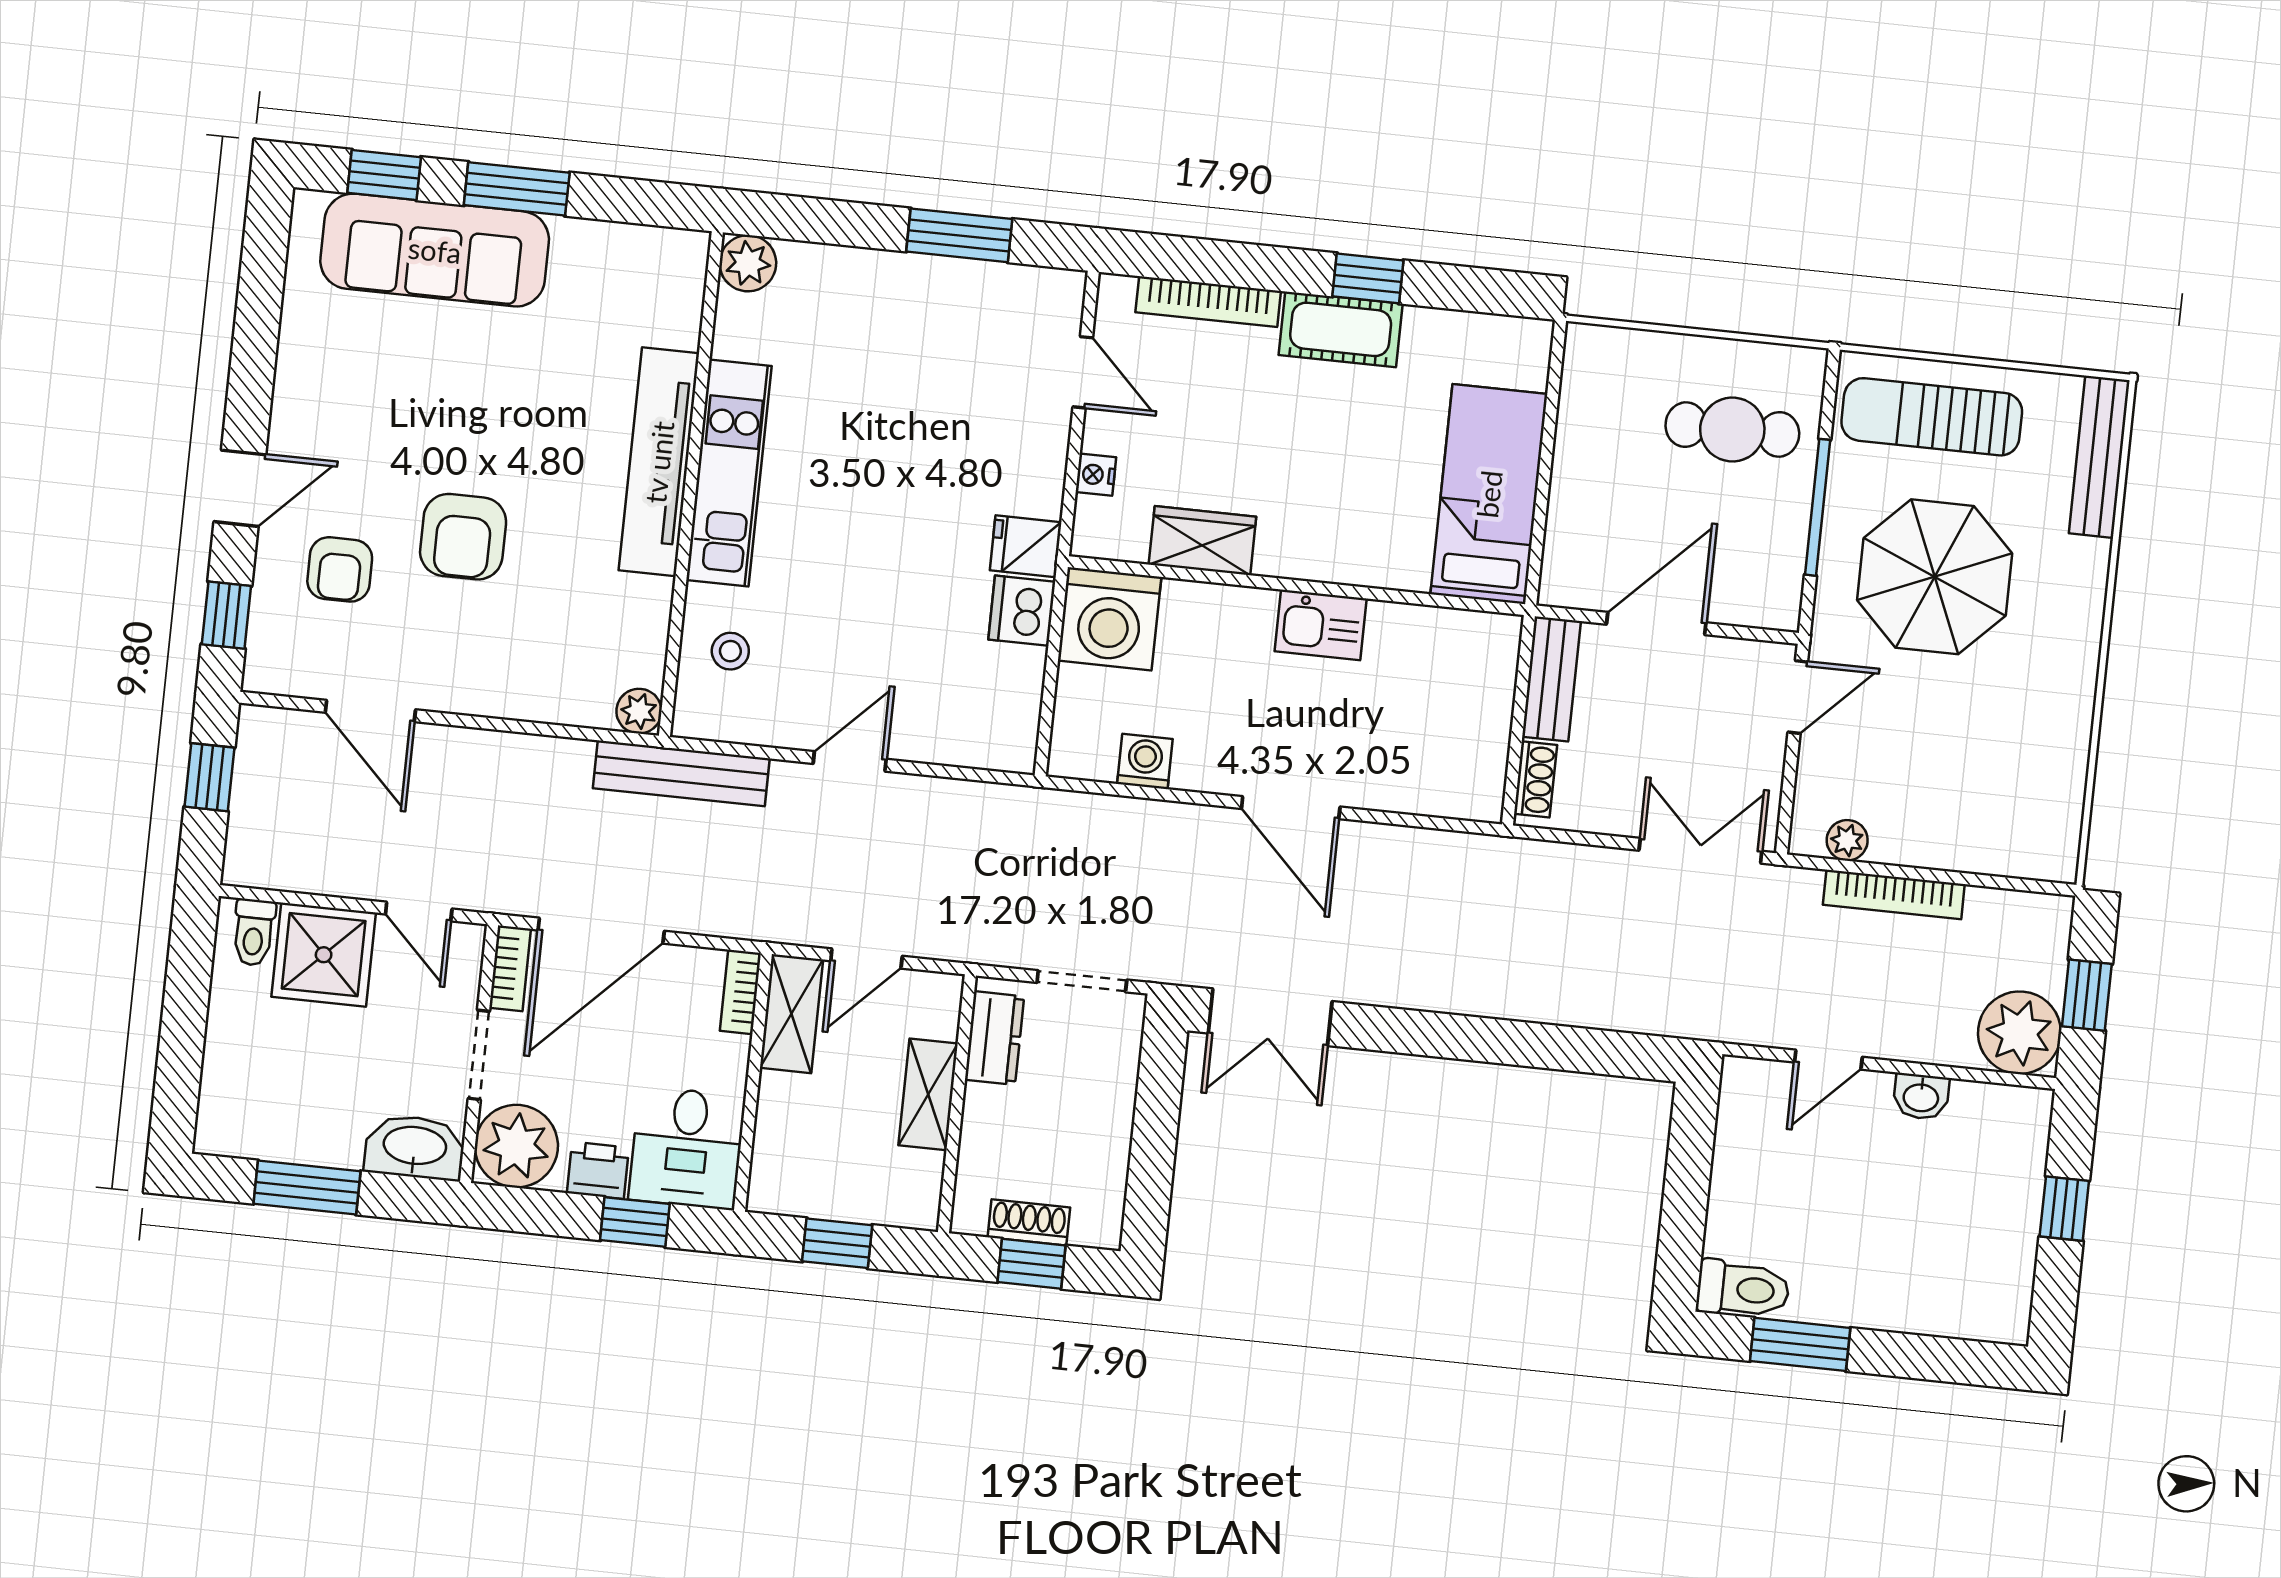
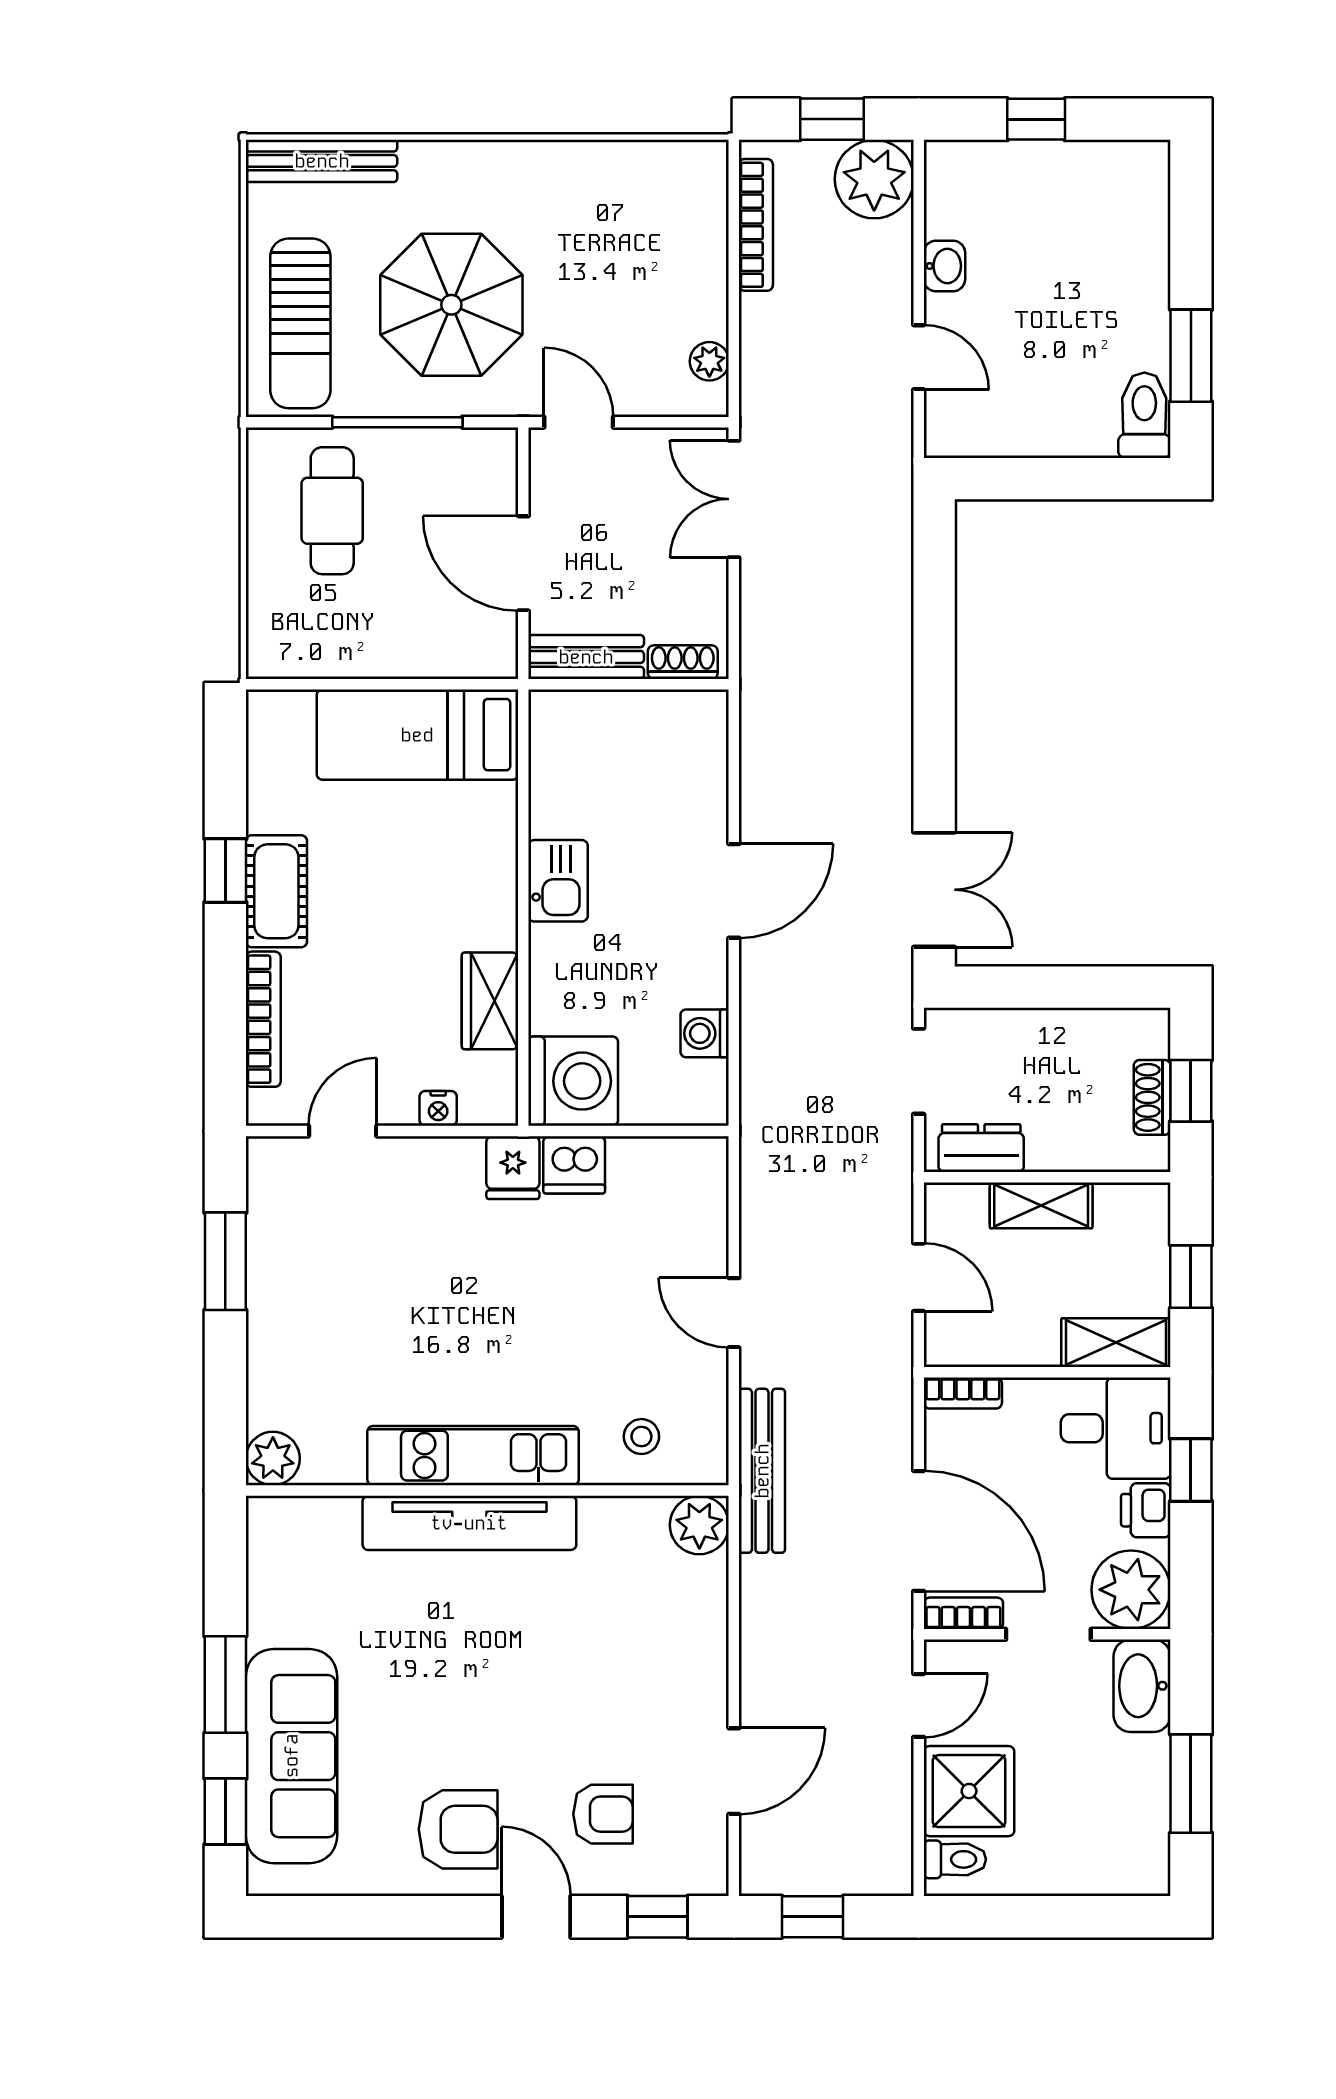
armchair: (463, 537) -> (458, 1829), moved
plant: (639, 711) -> (699, 1525), width x1.38, depth x1.38
bookcase: (1894, 894) -> (756, 225), moved
shelving: (791, 1014) -> (1116, 1343), moved

